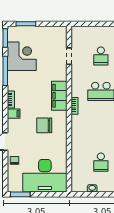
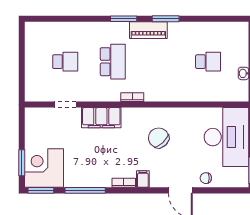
corner desk: (22, 56) -> (44, 168), moved
filing cabinet: (59, 96) -> (101, 118), moved
chair: (44, 125) -> (159, 138), turned 136

